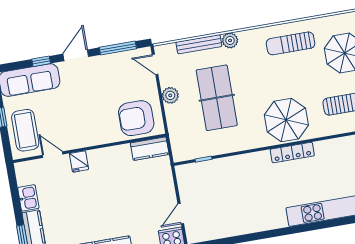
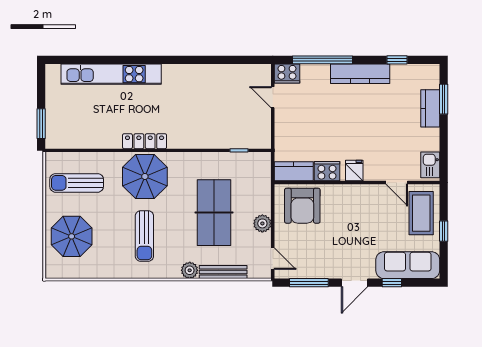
sun lounger: (291, 43) -> (144, 236), moved, turned 90
armchair: (136, 118) -> (302, 206), turned 90
cooker: (119, 154) -> (327, 171), added
fridge: (79, 162) -> (354, 170), moved
kitchen sink: (28, 198) -> (430, 165), moved
door: (181, 214) -> (273, 97), swing flipped

